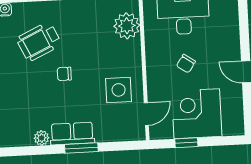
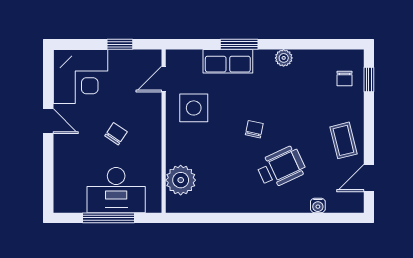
chair: (64, 74) -> (254, 129), turned -78
corner desk: (197, 114) -> (80, 77), moved
row of seats: (72, 133) -> (228, 61), moved

